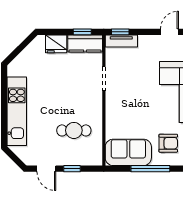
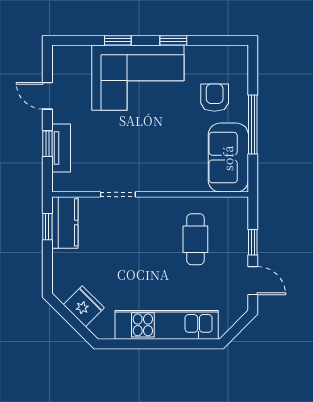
window: (120, 32) -> (47, 144), moved
tv unit: (121, 41) -> (61, 148), moved
fridge: (56, 44) -> (84, 306), moved, turned -45
door: (46, 169) -> (253, 281), hinge flipped

